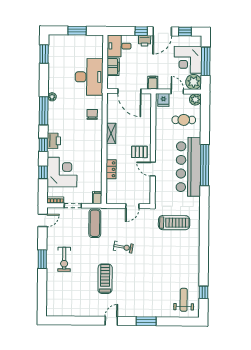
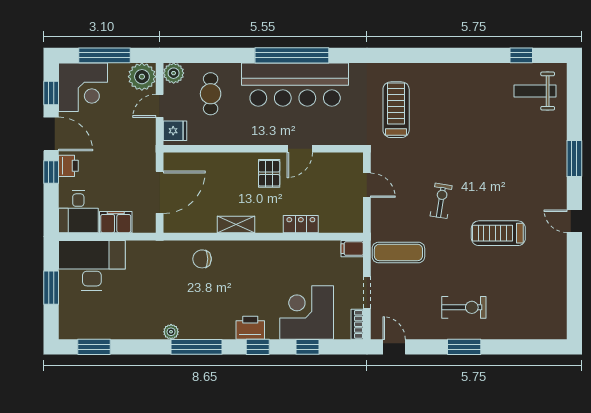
corner desk: (188, 60) -> (83, 87), moved
desk: (89, 77) -> (92, 265), moved
filing cabinet: (153, 83) -> (144, 150), removed

